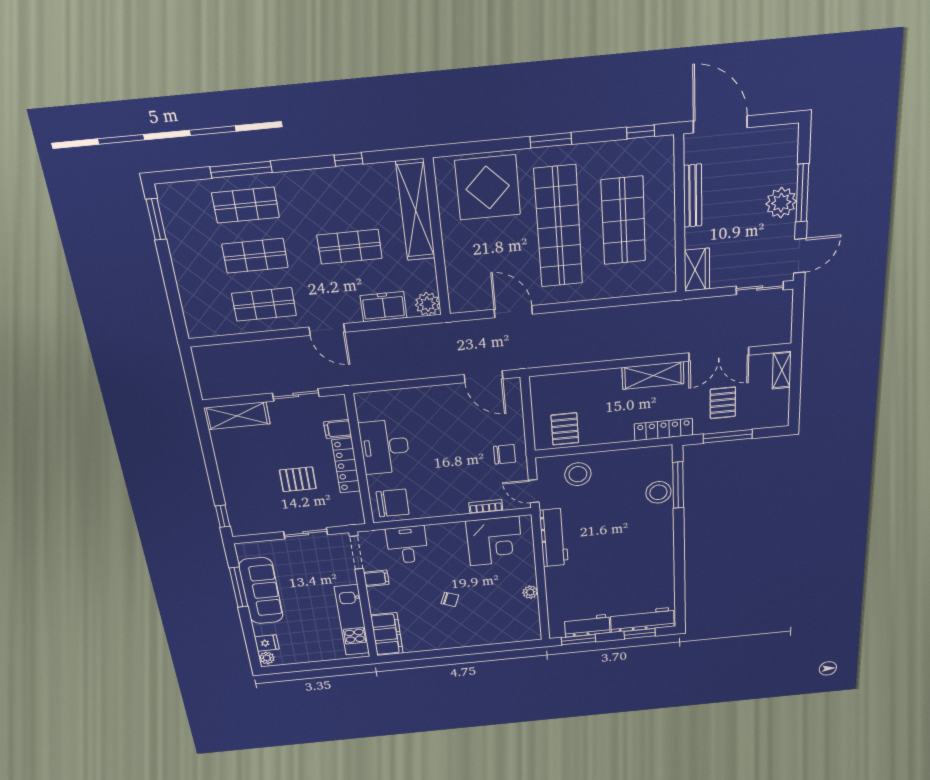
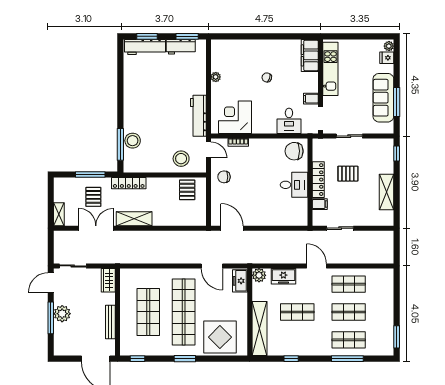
freezer: (460, 291) -> (240, 281), added
shelving: (237, 416) -> (387, 192), moved, turned 90
desk: (385, 447) -> (294, 185), width x0.73

